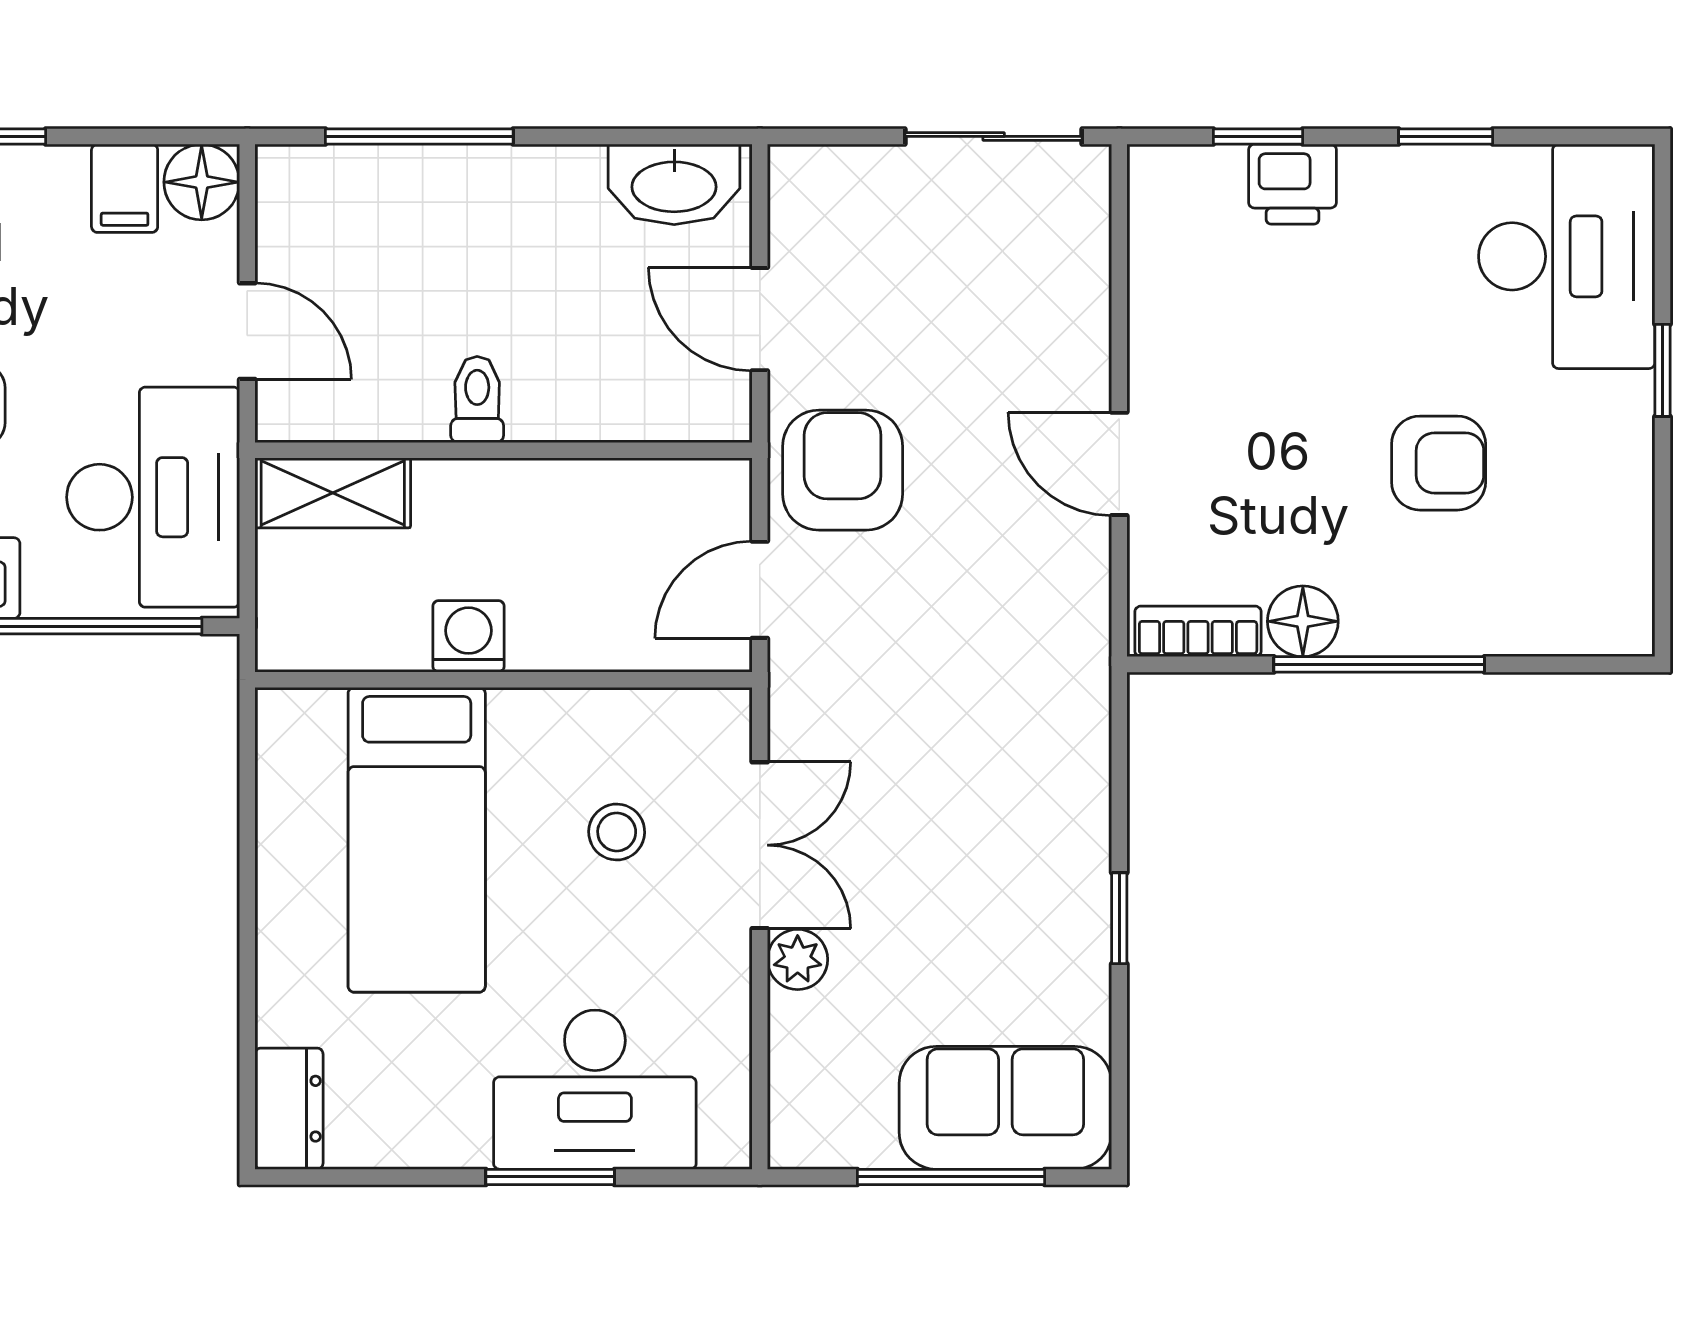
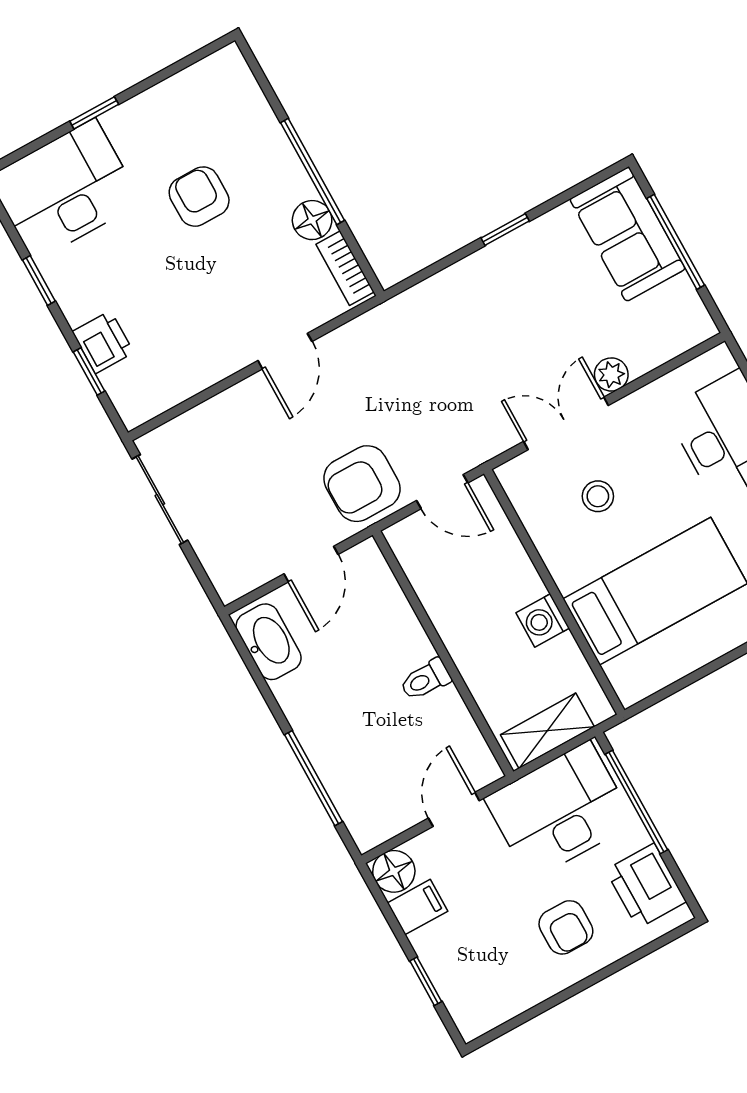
shelving: (333, 493) -> (547, 731), moved, turned 90

